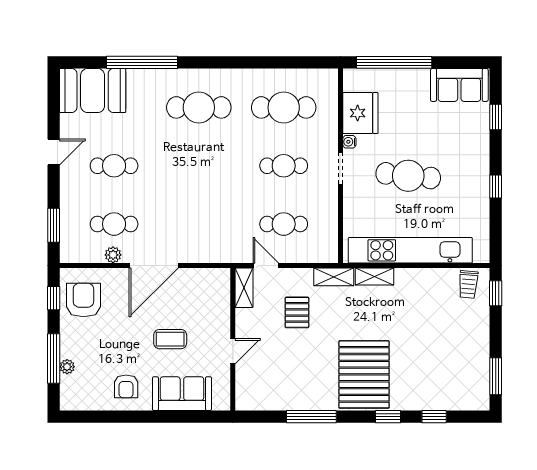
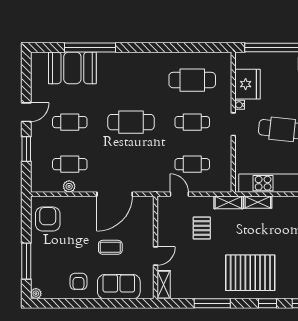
booth: (93, 91) -> (72, 68), moved
cafe table: (199, 107) -> (131, 122), moved
window: (54, 225) -> (26, 149), moved
door: (154, 265) -> (115, 194), moved
shelving: (244, 288) -> (164, 285), moved
window: (54, 298) -> (26, 218), removed
plant: (67, 367) -> (36, 294), moved
pallet: (364, 374) -> (250, 273), turned 90

